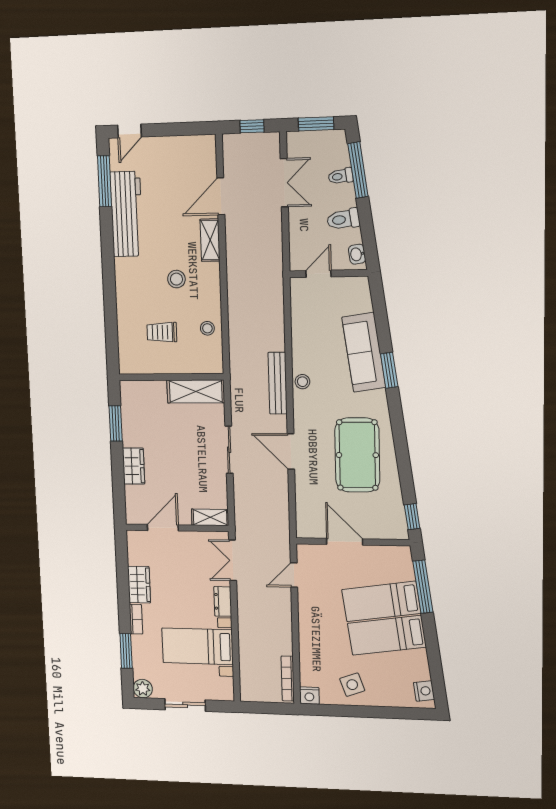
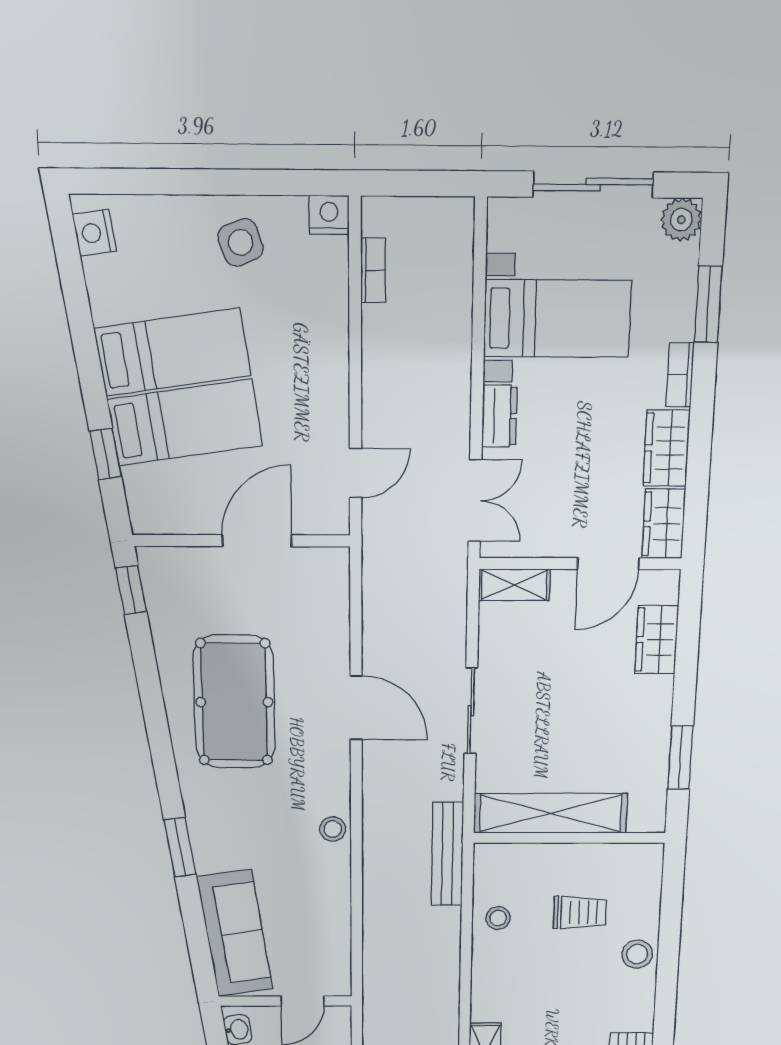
stool: (176, 279) -> (637, 954), moved
sofa: (364, 352) -> (235, 933), moved
bench: (278, 383) -> (447, 854), moved
shelving: (196, 391) -> (550, 813), width x1.47
wardrobe: (133, 466) -> (657, 640), moved
door: (345, 542) -> (257, 541), swing flipped
wardrobe: (137, 547) -> (664, 524), added
window: (423, 587) -> (105, 454), width x0.46
bookcase: (288, 678) -> (373, 270), width x0.64
sliding door: (185, 705) -> (593, 185), width x1.37

